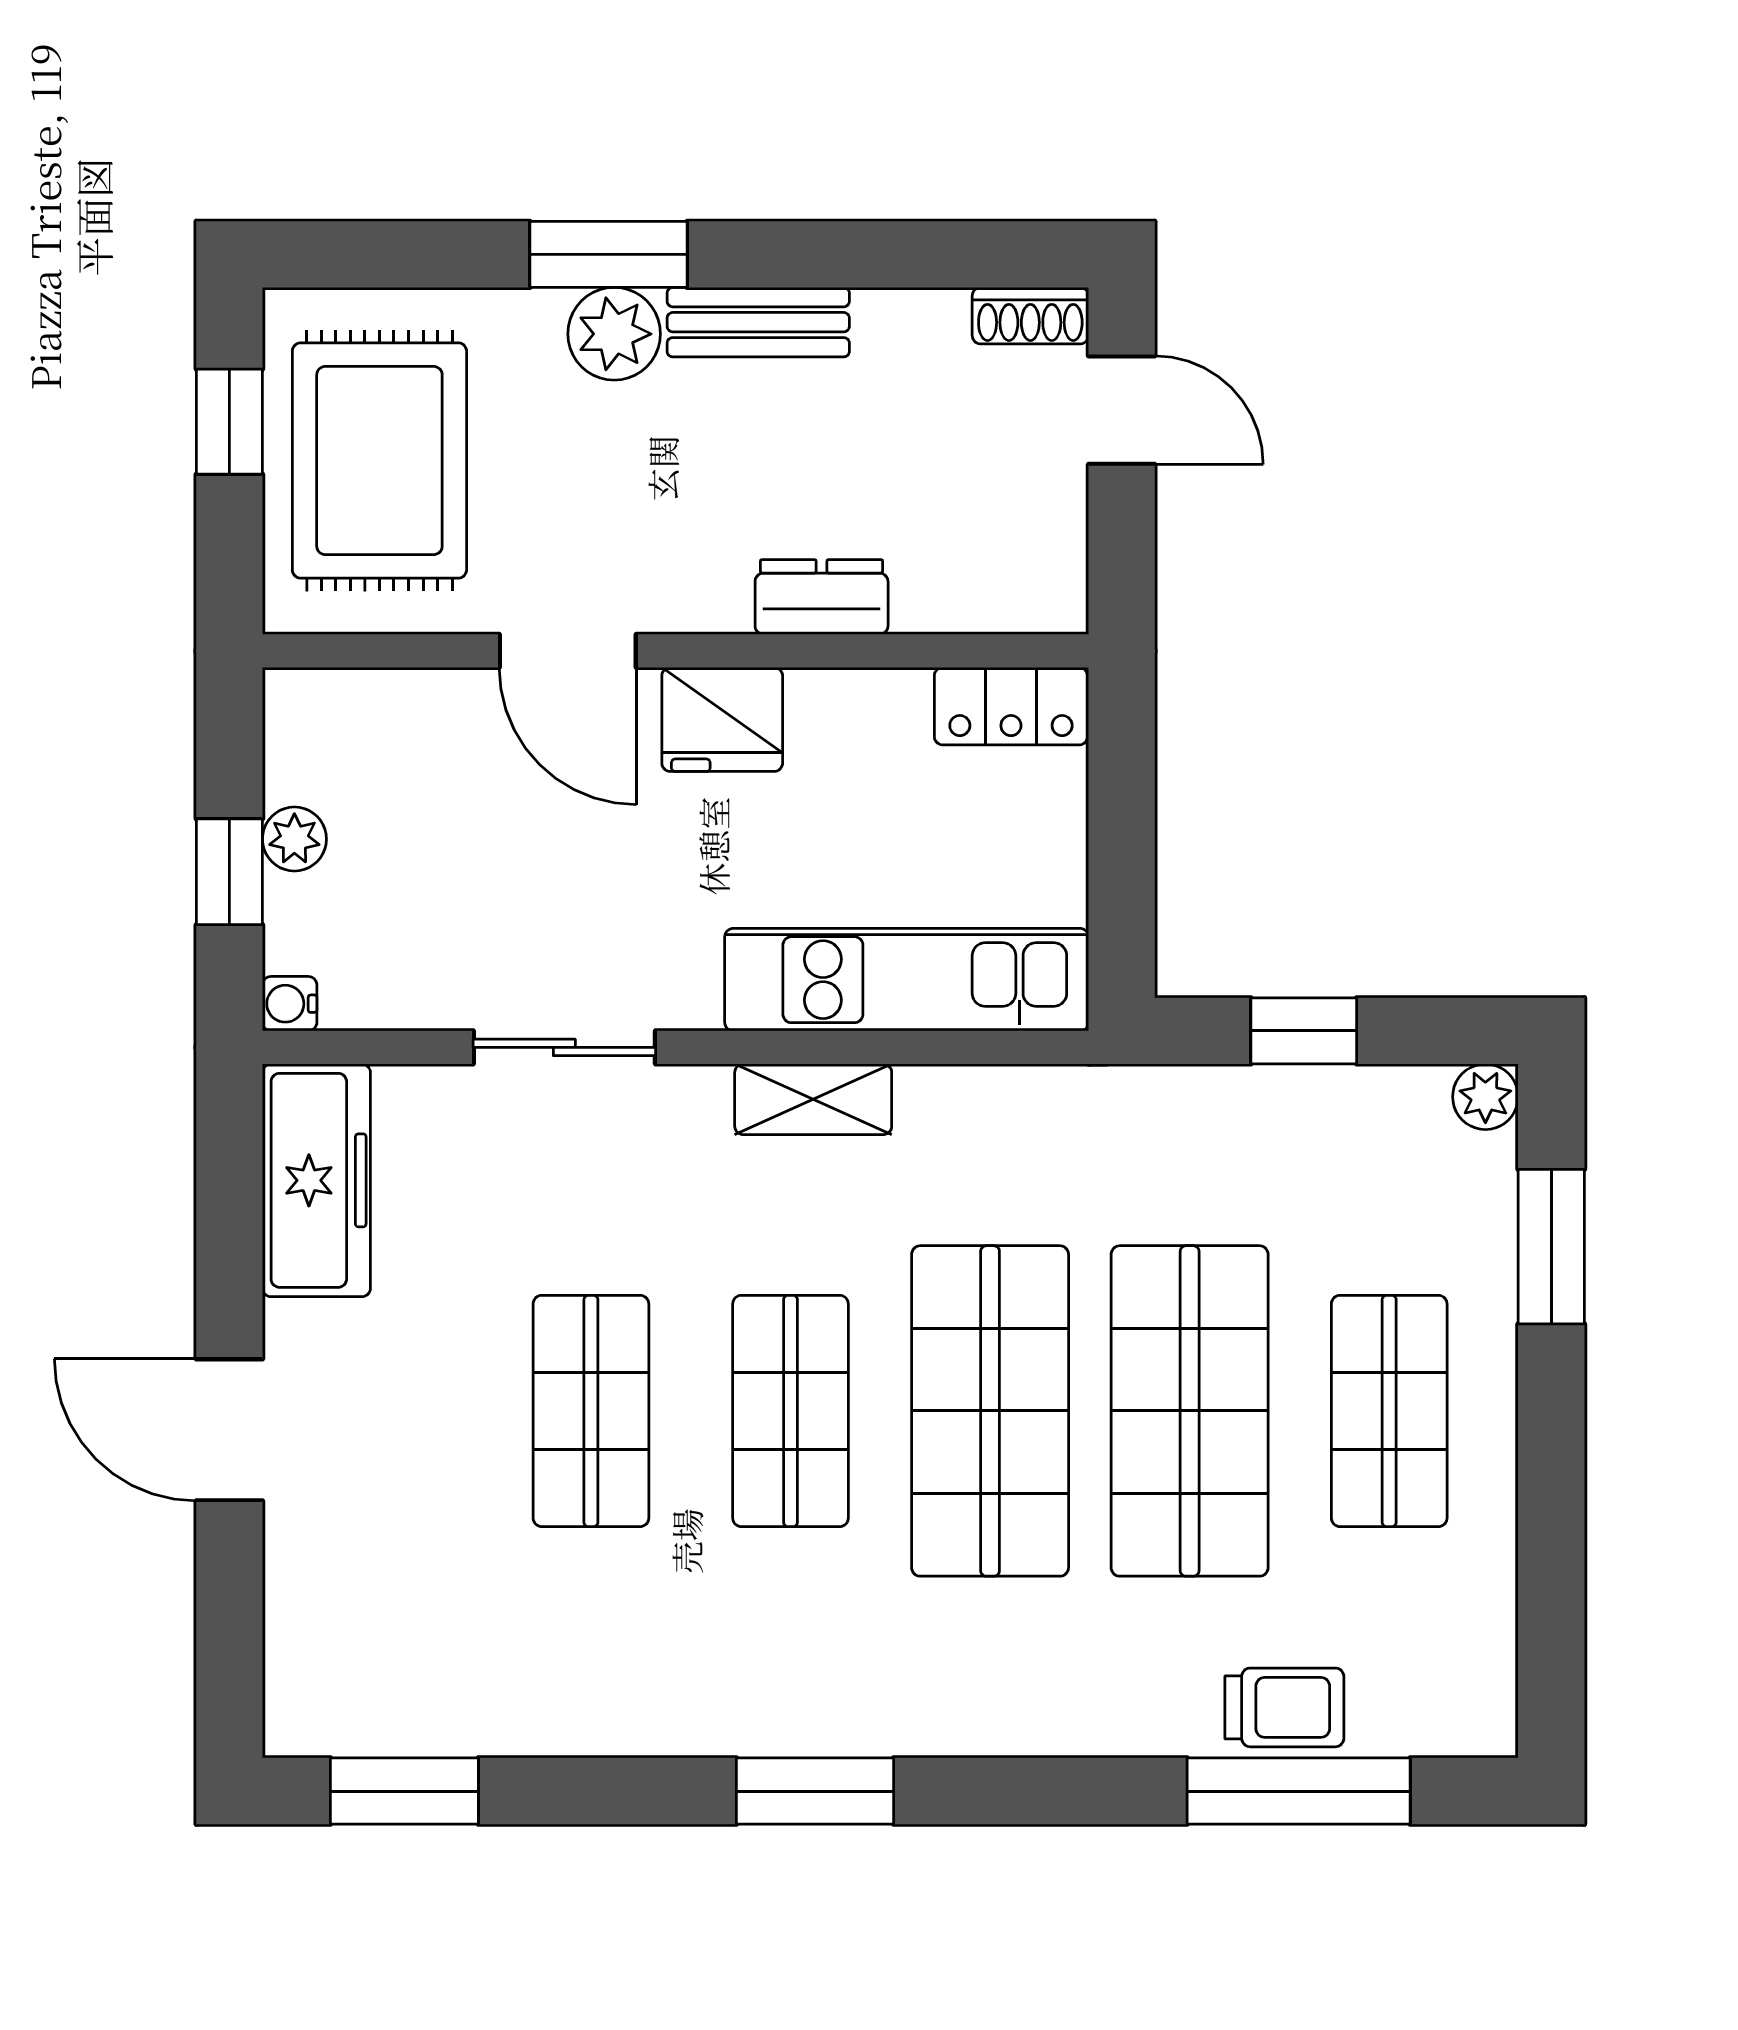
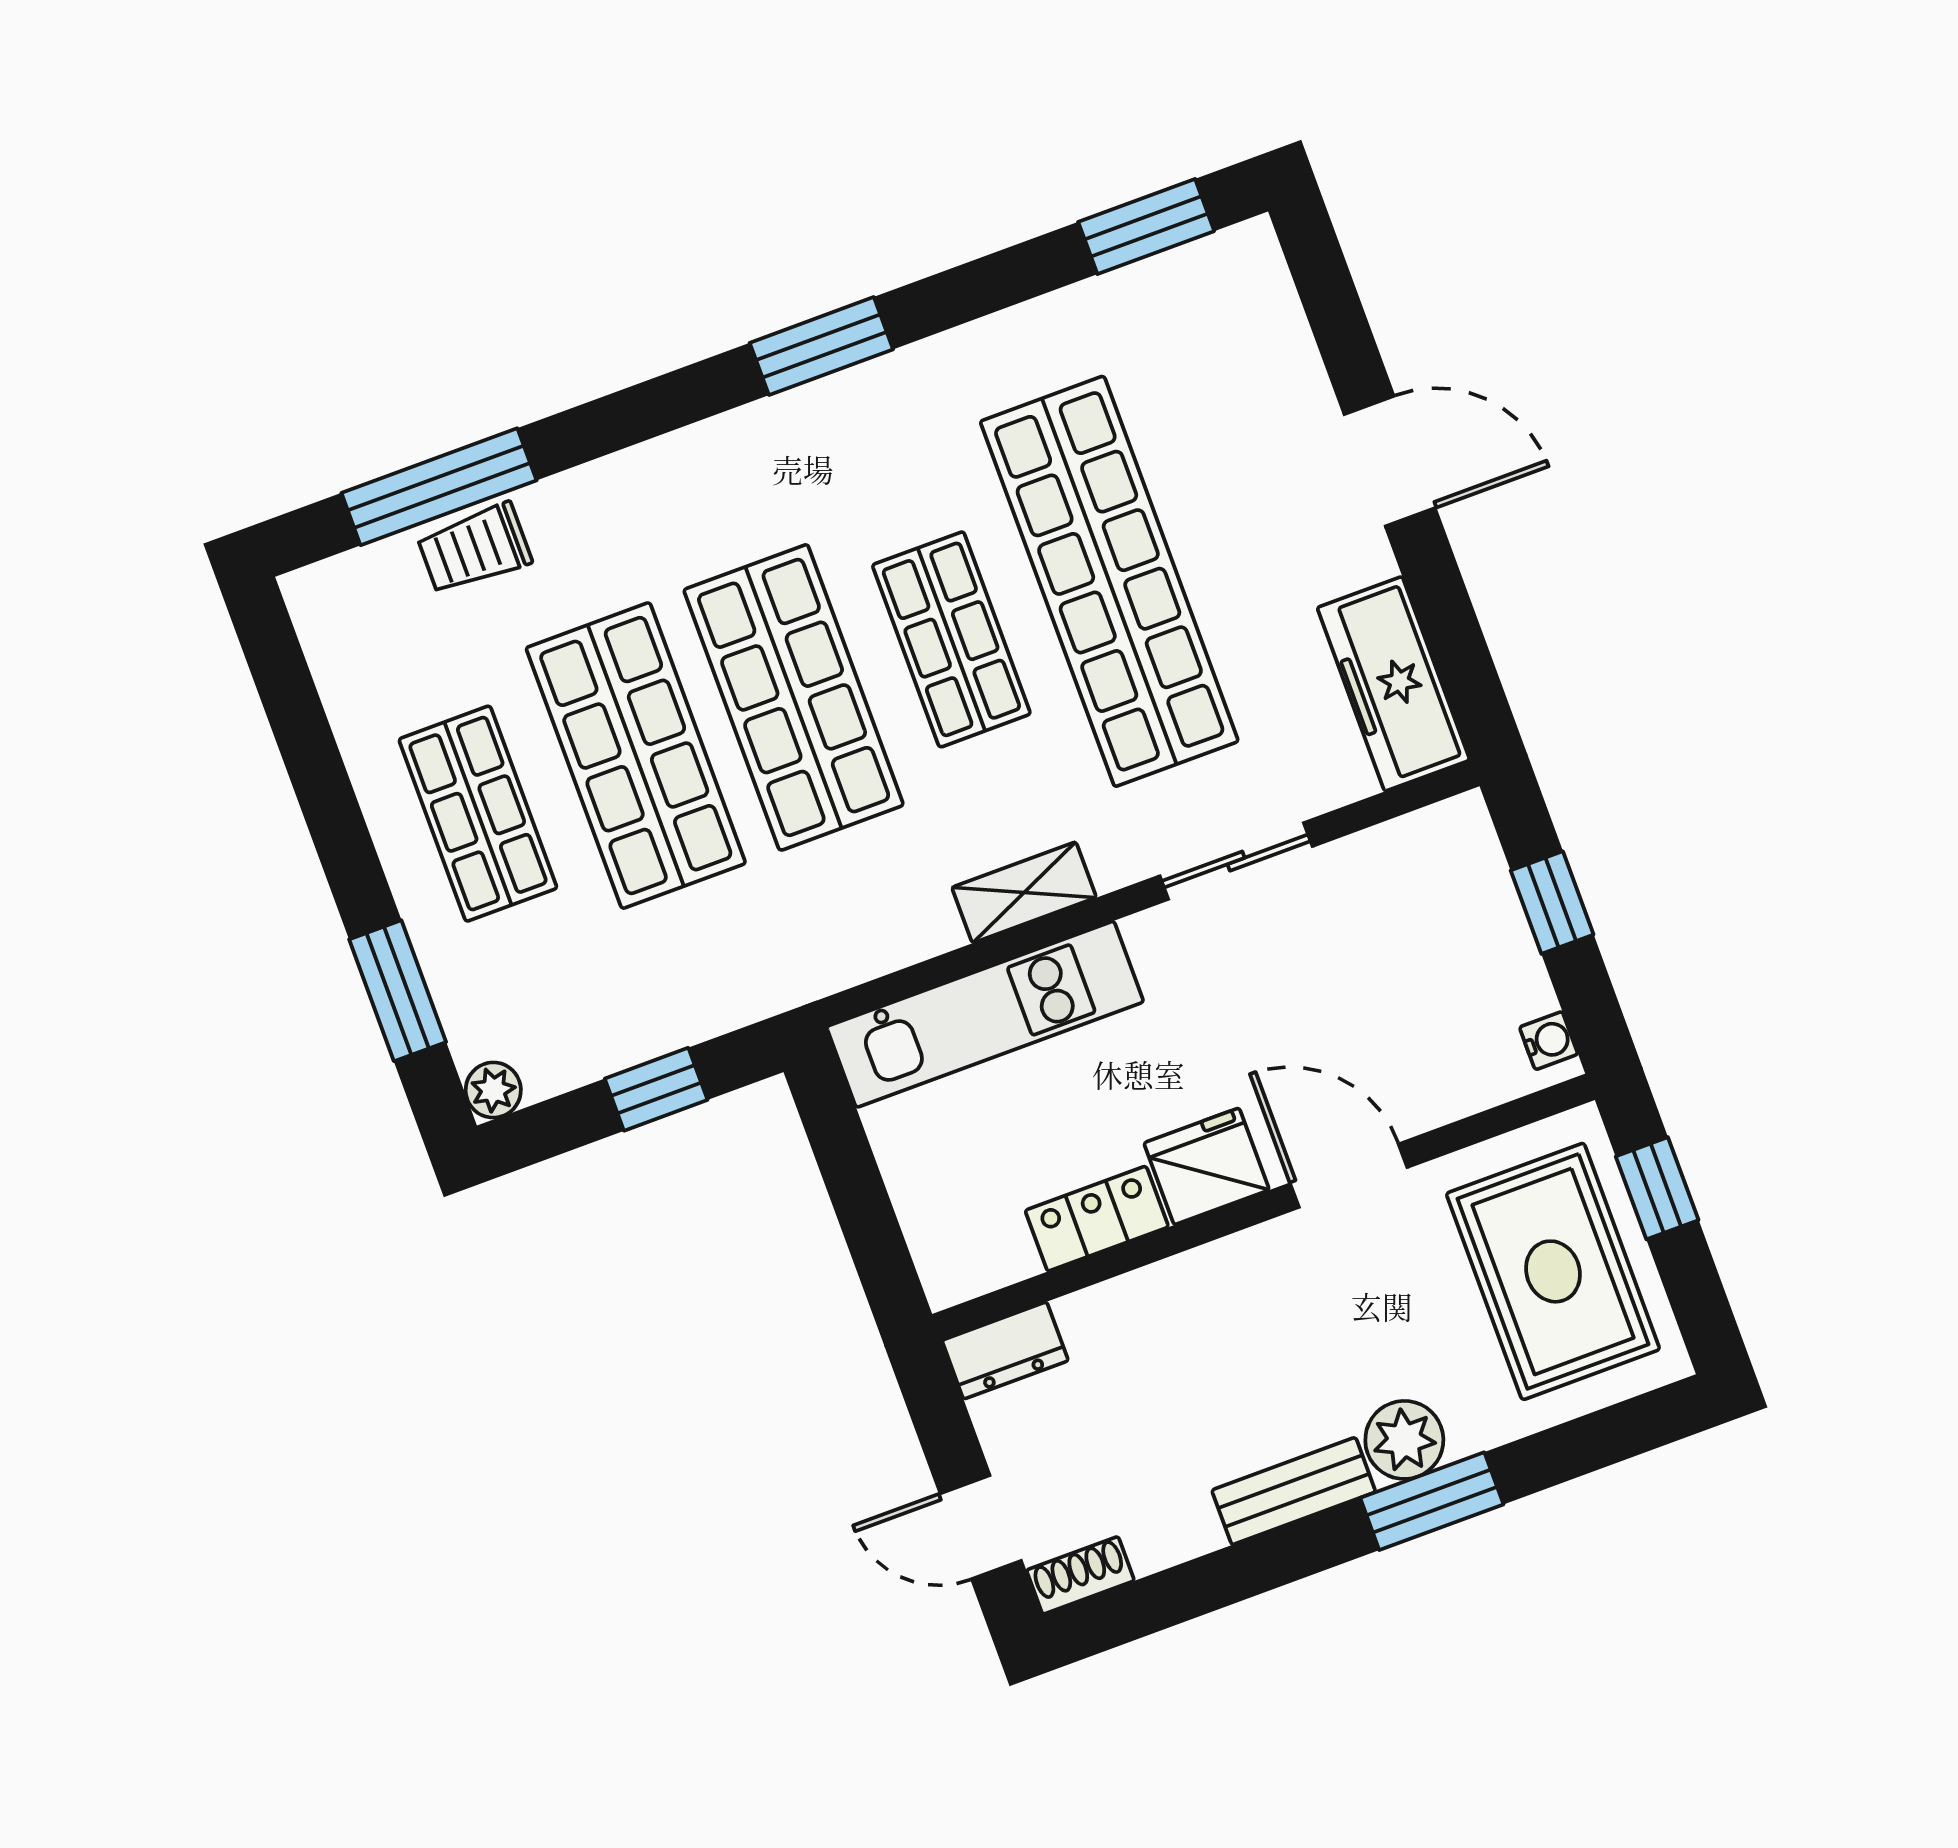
window: (229, 422) -> (1657, 1188), moved
dresser: (822, 597) -> (1005, 1350), moved
locker: (1011, 706) -> (1097, 1219), moved
plant: (294, 839) -> (1510, 947), removed
water cooler: (290, 1004) -> (1549, 1041), moved
shop shelf: (591, 1411) -> (1109, 581), width x2.00, depth x1.36

